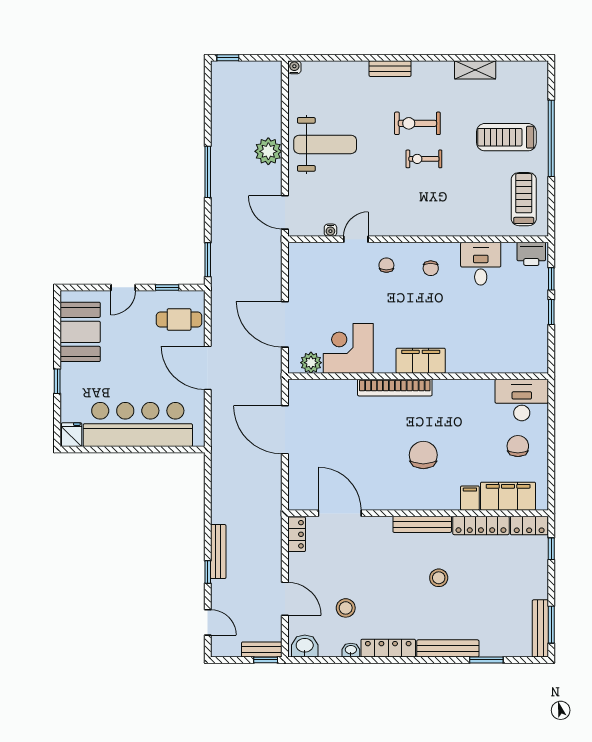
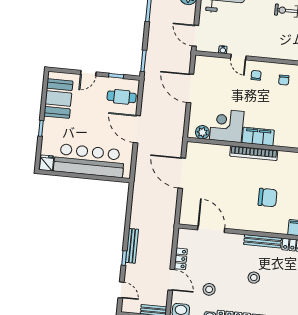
door: (356, 239) -> (238, 57), swing flipped
door: (285, 324) -> (190, 88), moved
filing cabinet: (421, 361) -> (258, 136), moved
chair: (423, 455) -> (268, 198), turned 90
locker: (297, 534) -> (181, 259), moved
stool: (439, 578) -> (254, 278), moved

